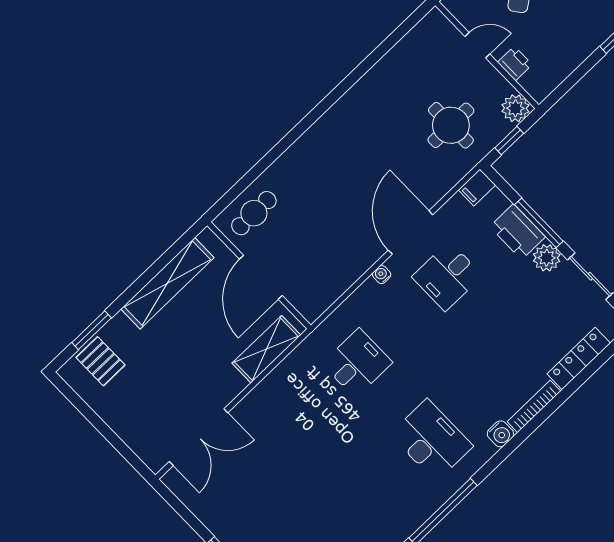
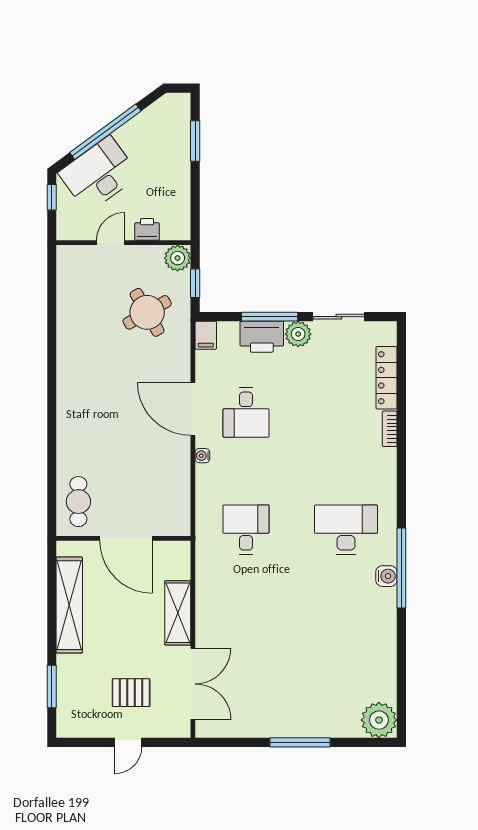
round table: (451, 125) -> (147, 312), turned -30
shelving: (266, 349) -> (178, 613), moved
pallet: (101, 361) -> (131, 693), moved
bookcase: (534, 406) -> (390, 429), width x0.64
door: (105, 431) -> (128, 742), added
water cooler: (500, 434) -> (386, 576), moved

